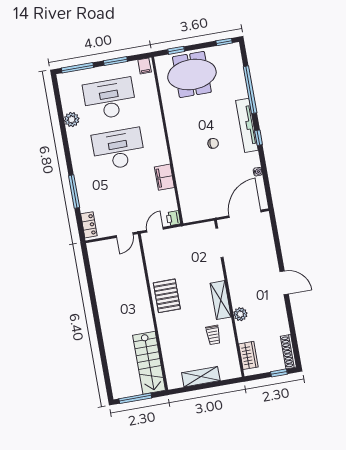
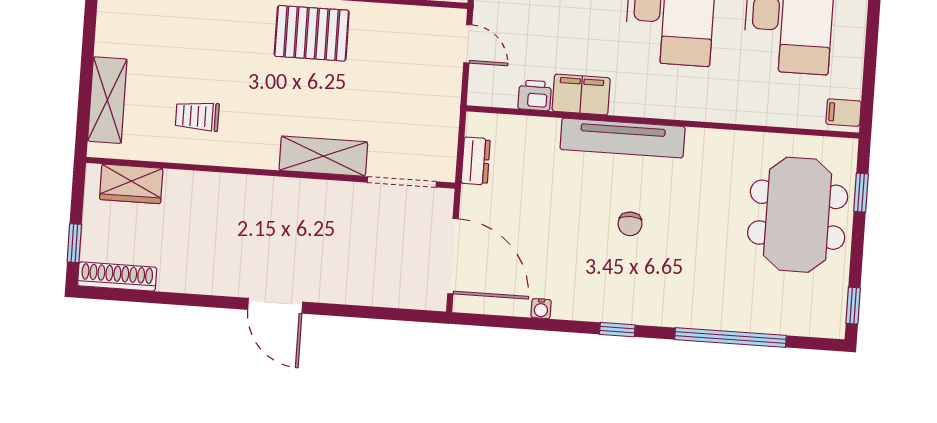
window: (115, 61) -> (871, 49), removed
tv unit: (247, 125) -> (623, 138), moved, turned 180
dresser: (203, 214) -> (476, 161), added
printer: (173, 218) -> (535, 95), moved
door: (284, 283) -> (275, 306), hinge flipped
shelving: (221, 300) -> (323, 156), moved
plant: (240, 314) -> (229, 189), removed
shelving: (201, 377) -> (107, 100), moved

